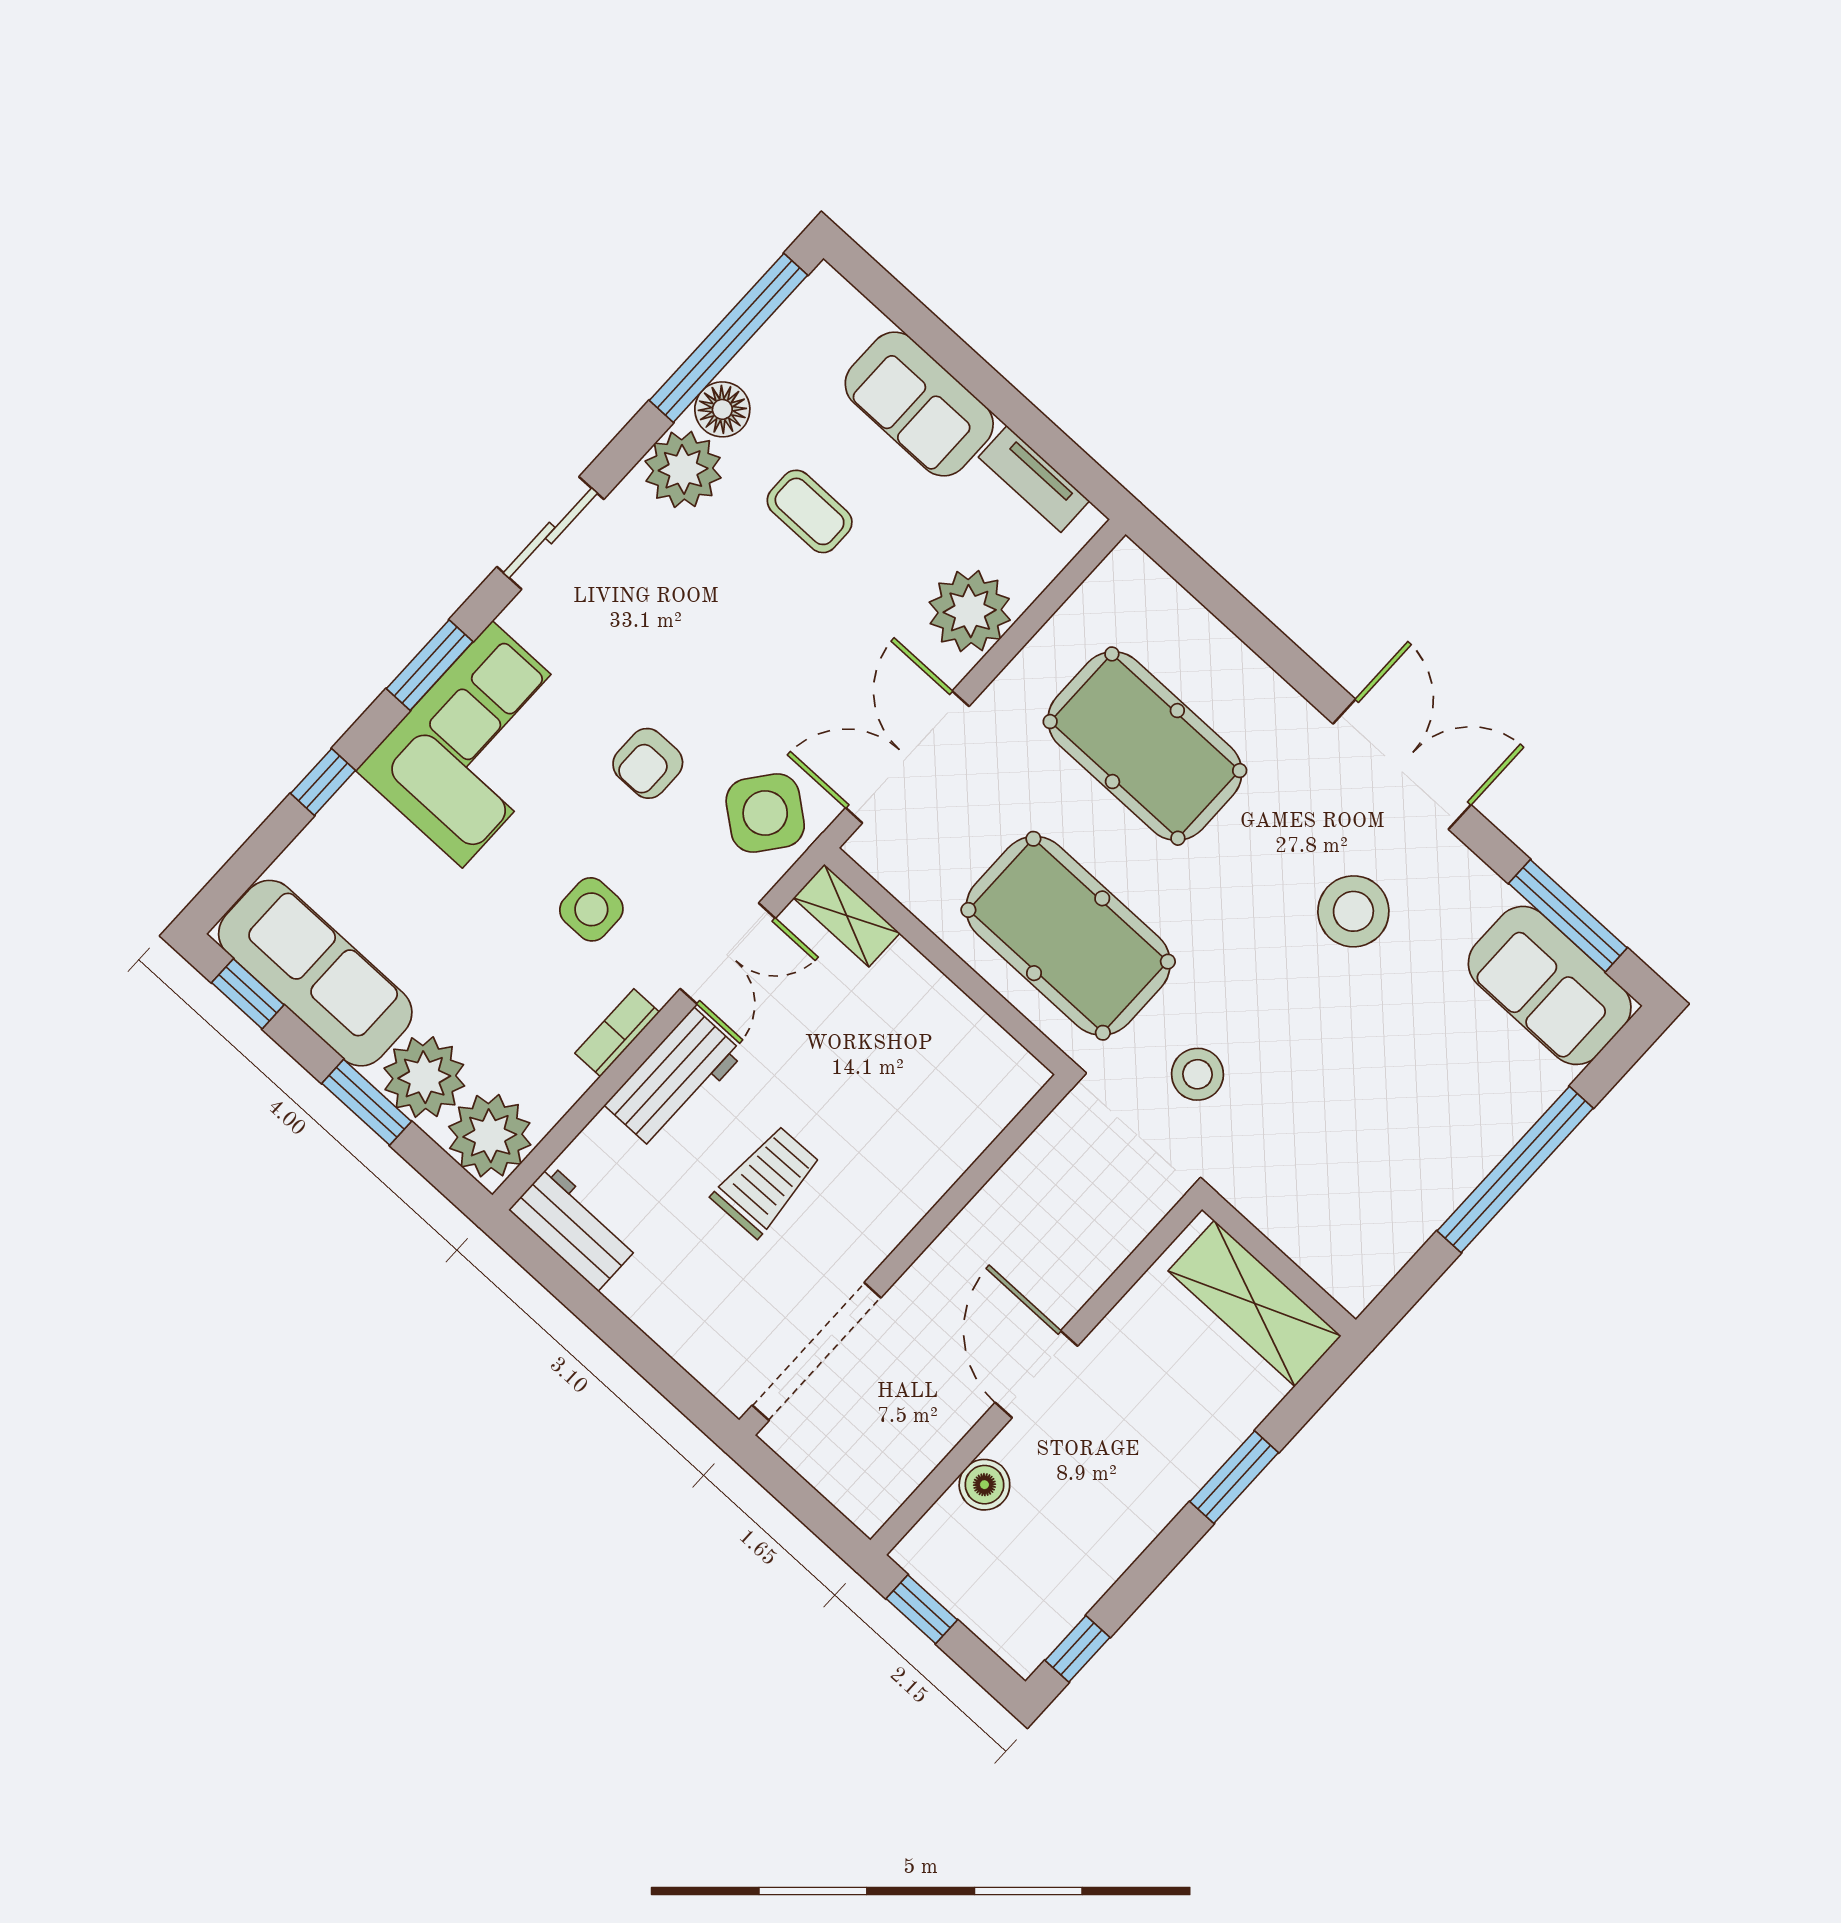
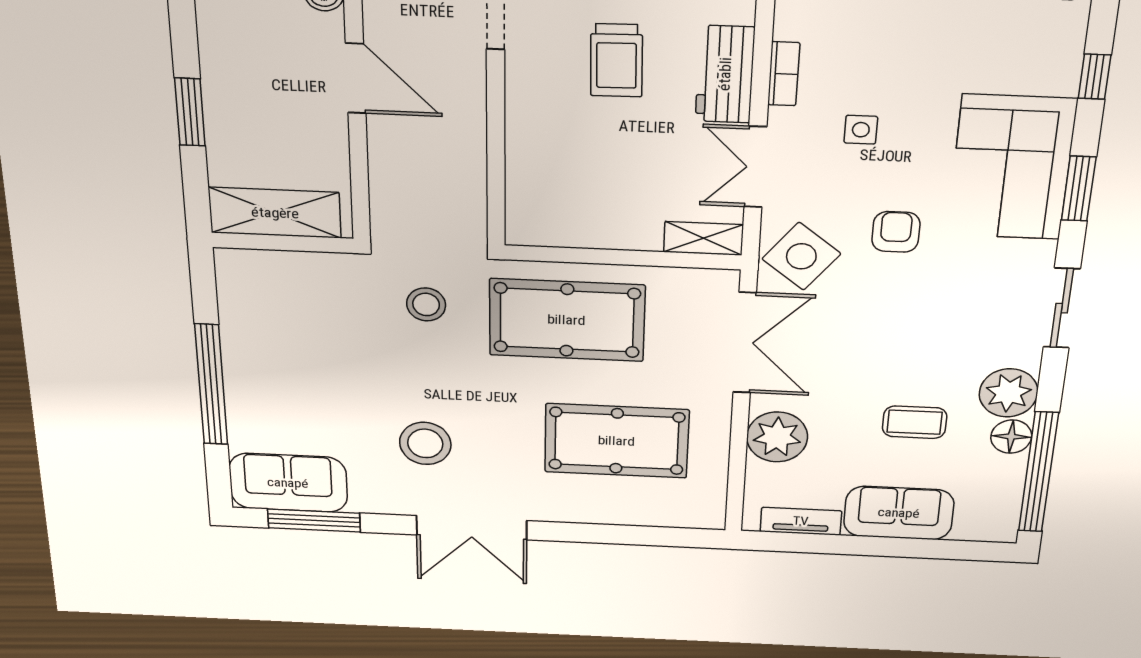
side table: (591, 909) -> (861, 130), width x0.73, depth x0.73

